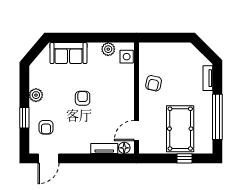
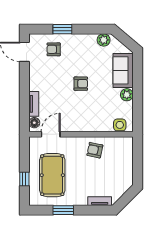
plant: (108, 49) -> (127, 95), moved
plant: (36, 95) -> (104, 40), moved
window: (217, 117) -> (63, 210), width x0.47
pool table: (180, 129) -> (52, 175), turned 90
door: (137, 130) -> (51, 134), hinge flipped

